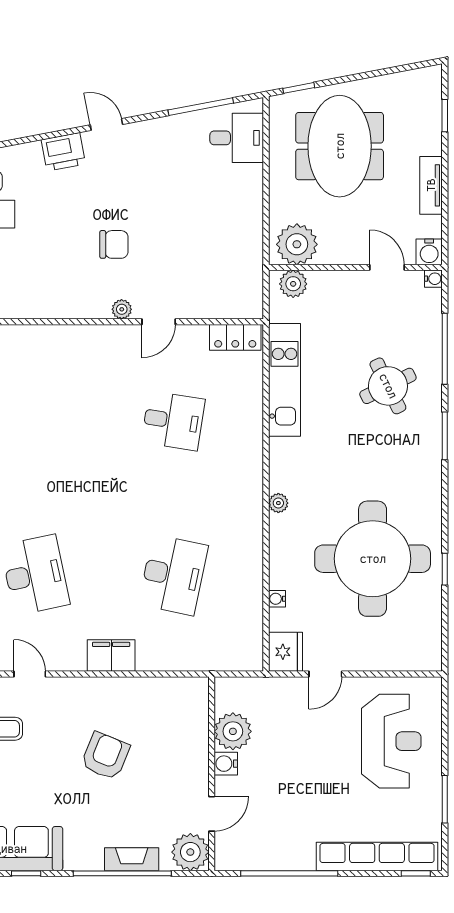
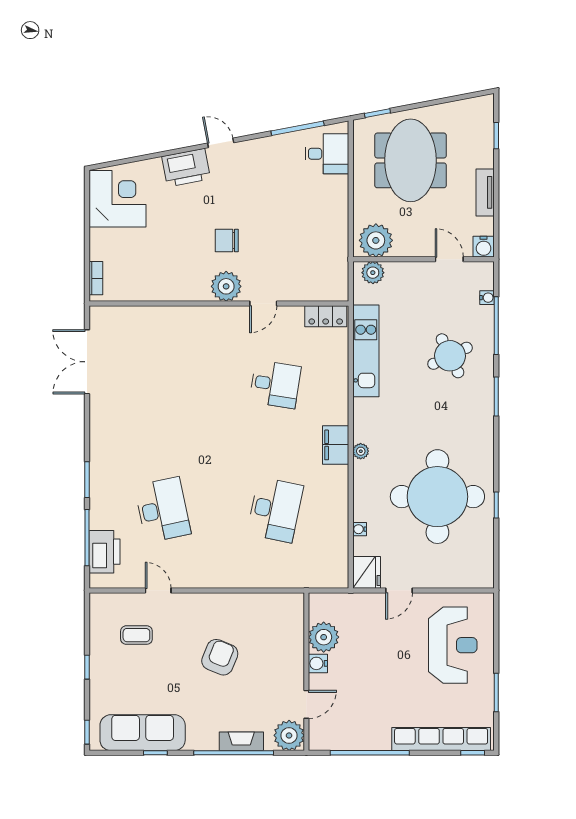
printer: (63, 152) -> (186, 168), width x1.37, depth x1.19
chair: (114, 244) -> (227, 241), turned 180
water cooler: (433, 279) -> (487, 298), moved
plant: (122, 309) -> (226, 286), width x1.88, depth x1.88
filing cabinet: (111, 655) -> (336, 445), moved, turned -90

